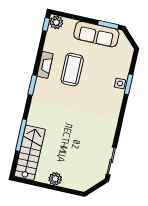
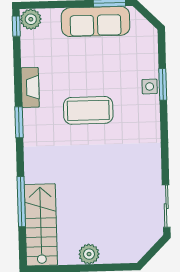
coffee table: (72, 70) -> (88, 110), moved, turned 90

